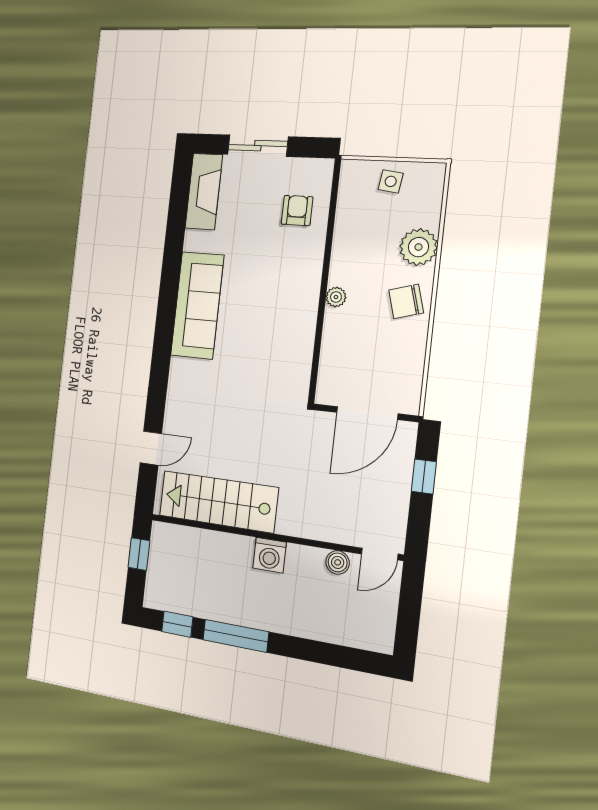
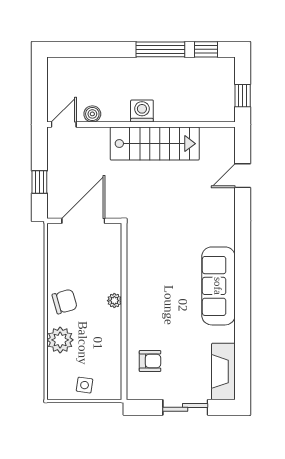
armchair: (297, 210) -> (150, 361), turned -90
stairs: (218, 502) -> (155, 144), moved

